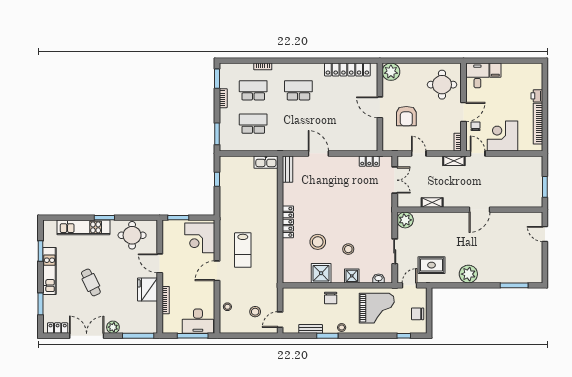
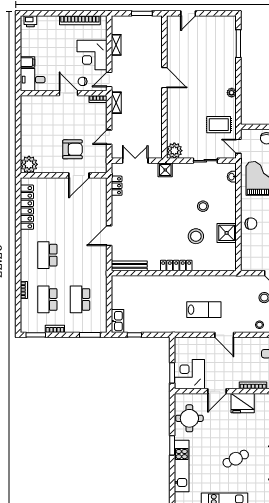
round table: (442, 85) -> (42, 114), removed
printer: (537, 96) -> (30, 21), moved
door: (380, 107) -> (79, 175), moved
kitchen sink: (266, 162) -> (118, 321), moved
bench: (287, 169) -> (129, 266), width x1.36
shelving: (432, 202) -> (116, 45), moved
corner desk: (200, 238) -> (190, 374), moved, turned 180
rug: (432, 265) -> (219, 125), turned 90
plant: (468, 274) -> (232, 93), width x0.53, depth x0.53
shower: (352, 276) -> (165, 170), moved

